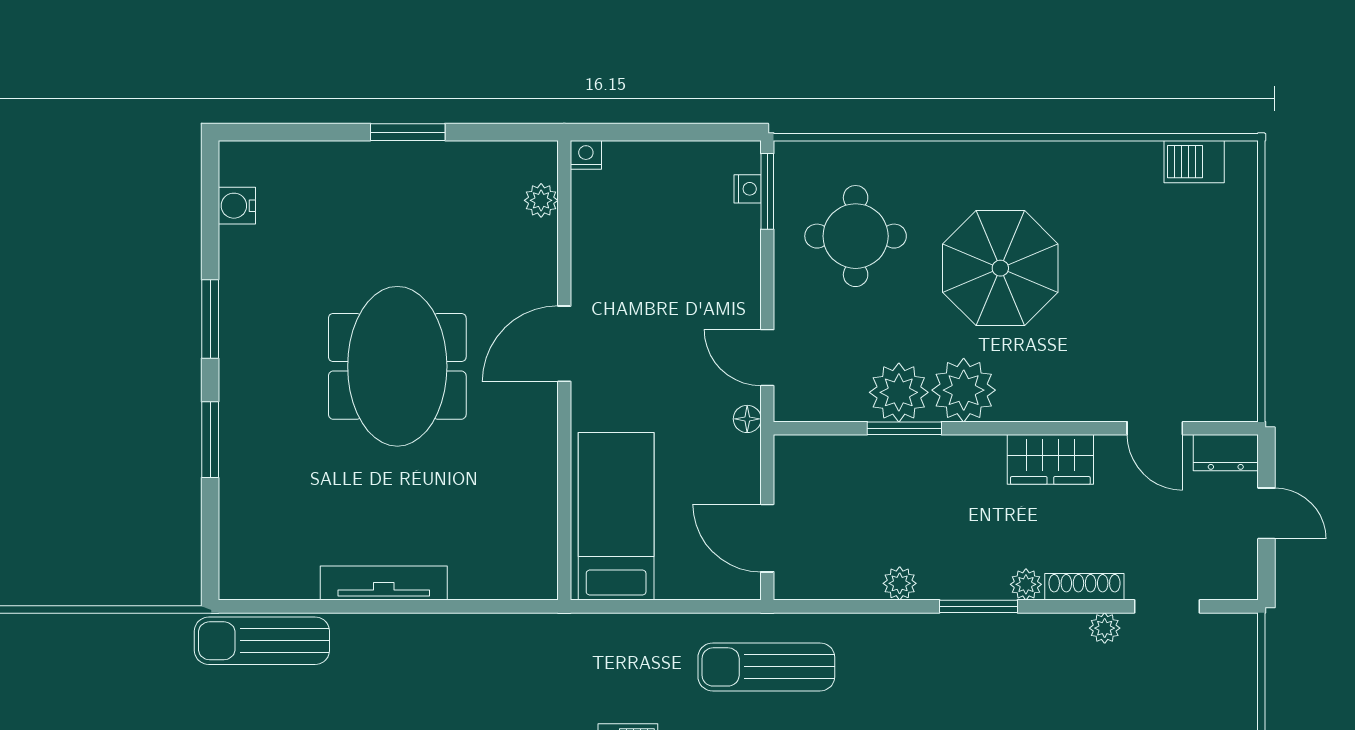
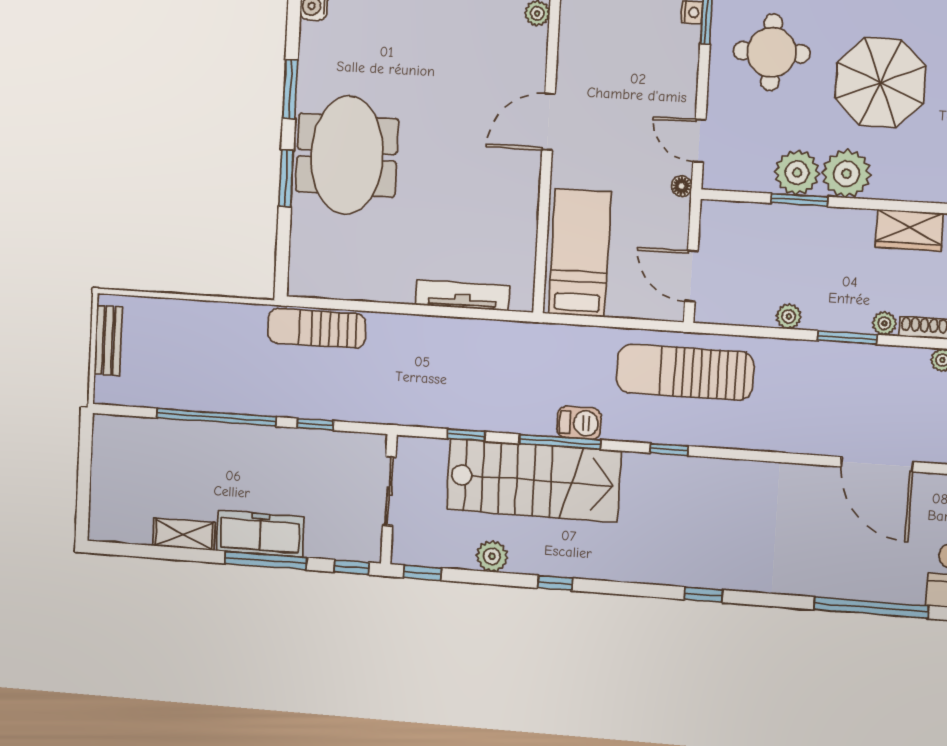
meeting table: (397, 366) -> (347, 155), moved
tv unit: (384, 583) -> (462, 295), moved
sun lounger: (766, 667) -> (685, 372), width x1.36, depth x1.34

